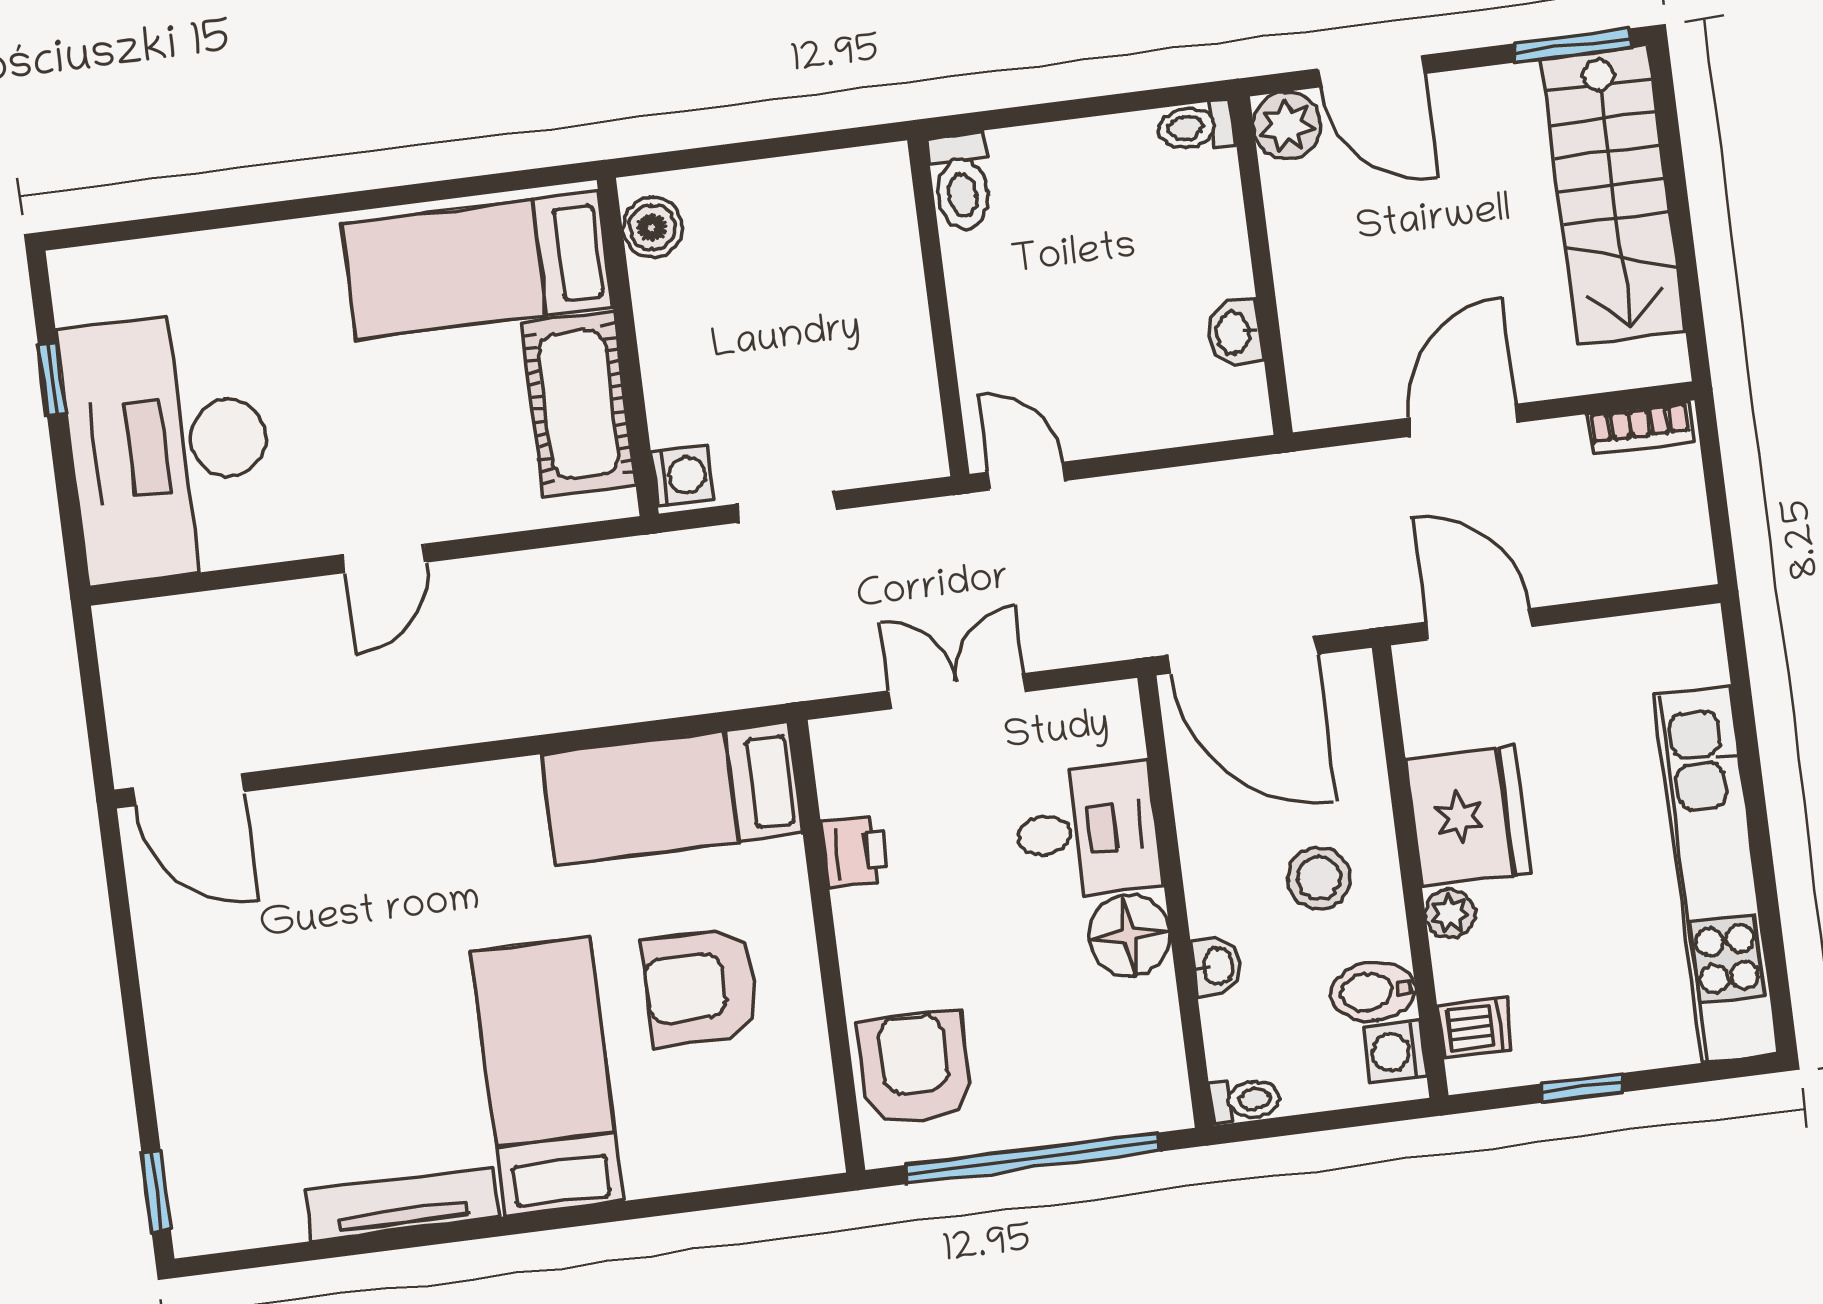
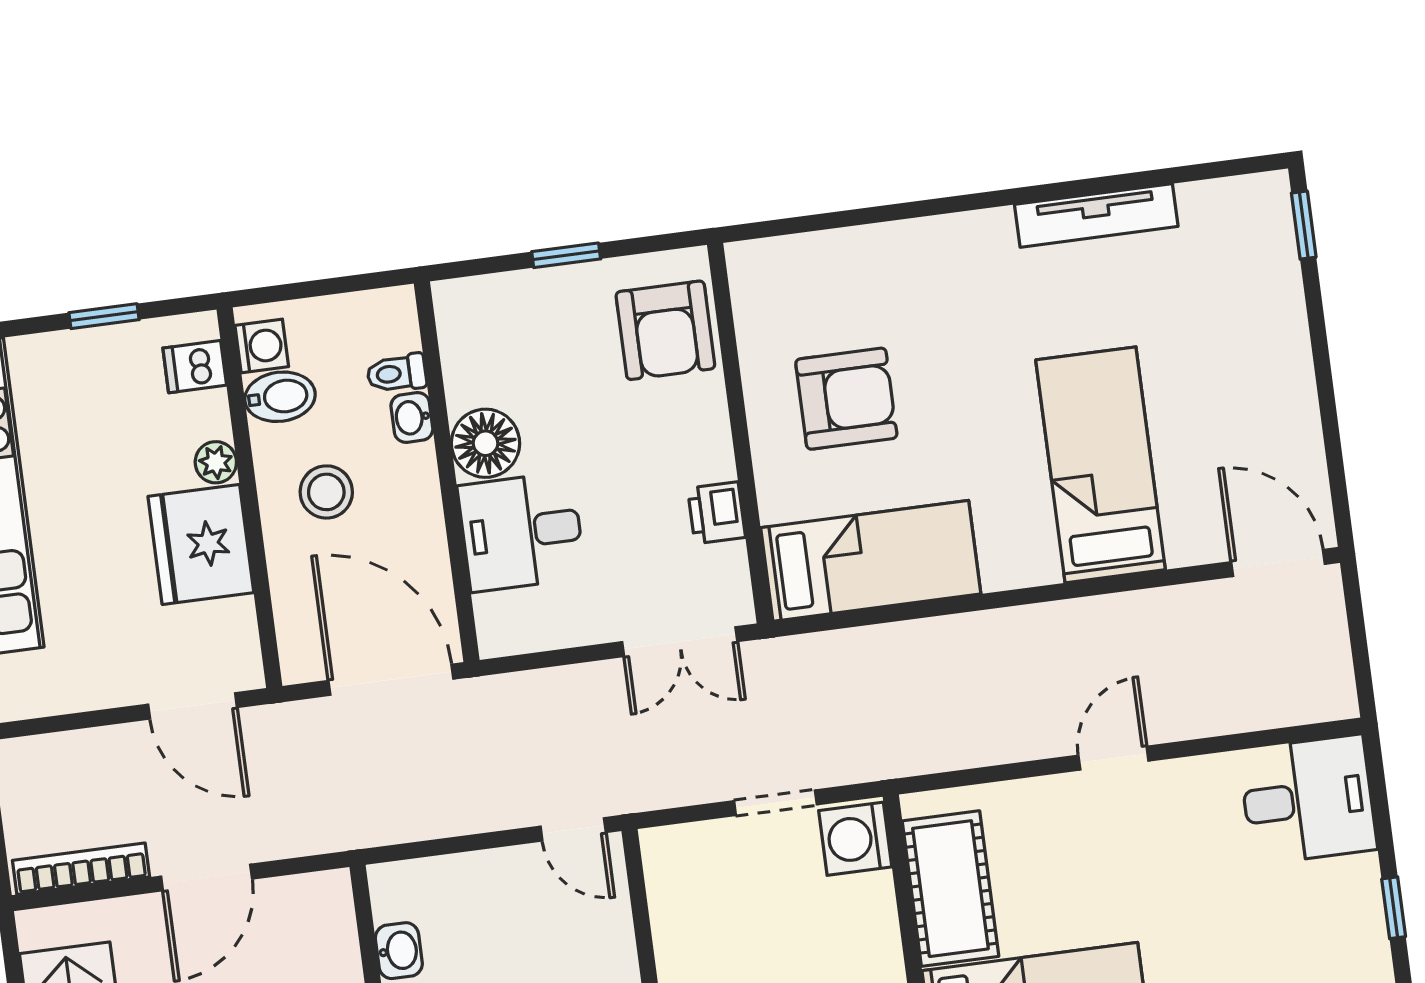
bookcase: (1640, 428) -> (81, 869), width x1.56
desk: (168, 445) -> (1308, 800), width x0.53, depth x0.77
washing machine: (682, 476) -> (855, 839), width x1.38, depth x1.38
double door: (957, 691) -> (680, 642), moved
bed: (548, 1076) -> (1101, 465), moved, turned 180
toilet: (1245, 1100) -> (397, 373), moved
window: (1033, 1158) -> (566, 255), width x0.32

